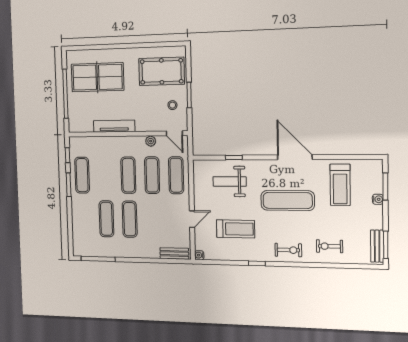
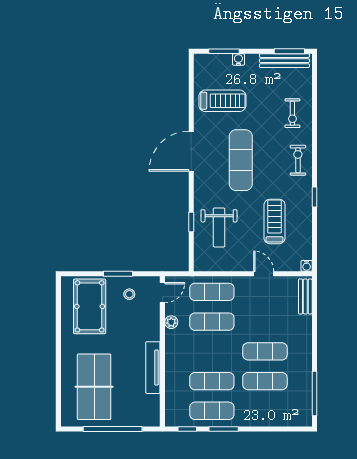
exercise mat: (128, 175) -> (212, 381), moved
bench: (377, 246) -> (284, 61), width x1.36

